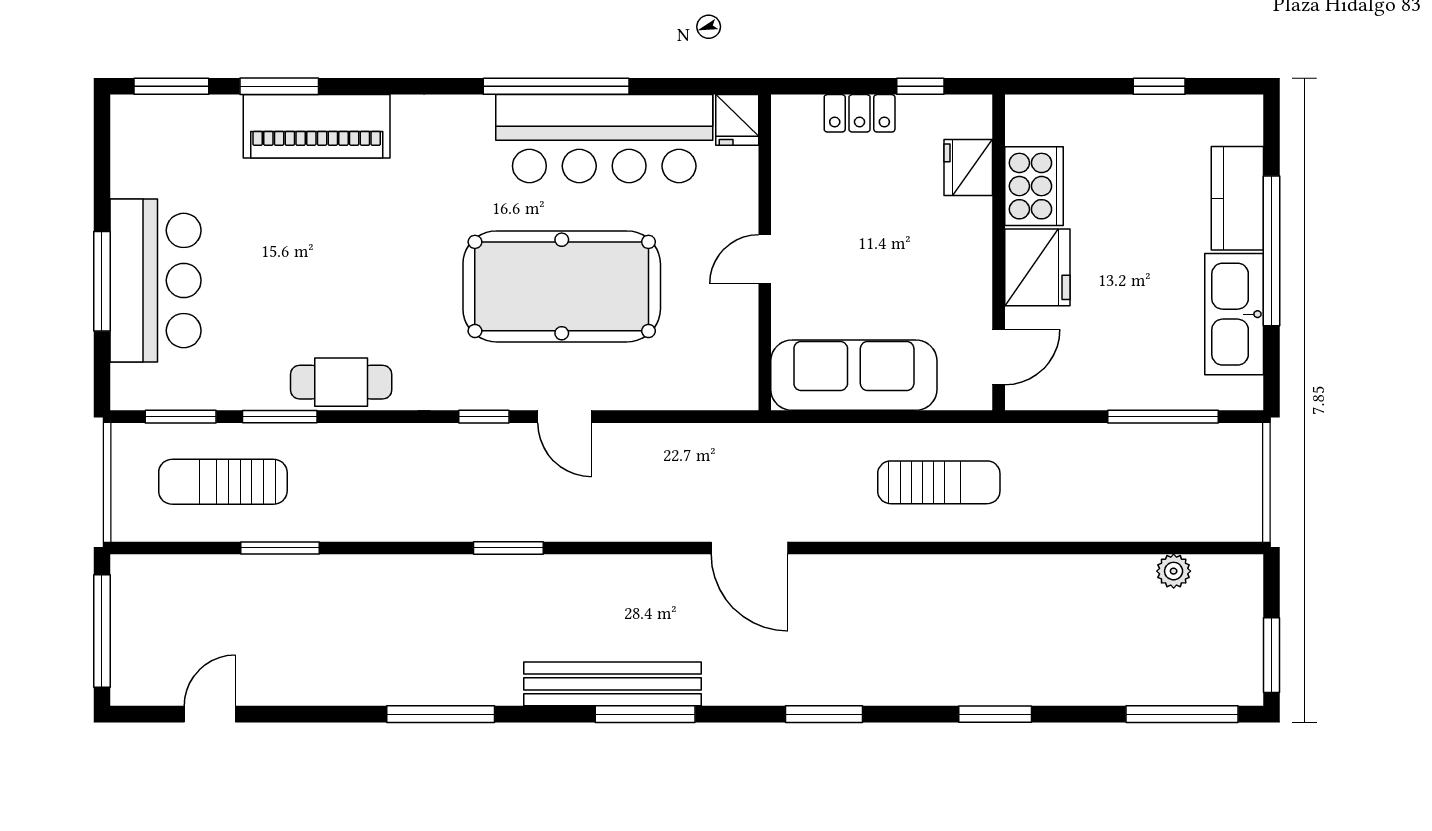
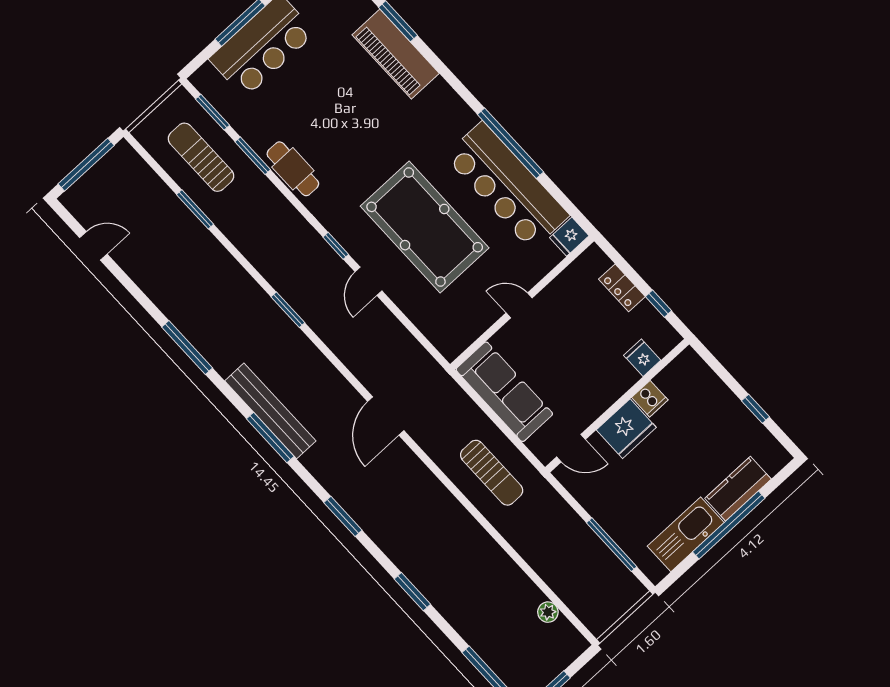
fridge: (968, 168) -> (642, 358), width x0.72
cooker: (1034, 186) -> (650, 399), width x0.53, depth x0.76

